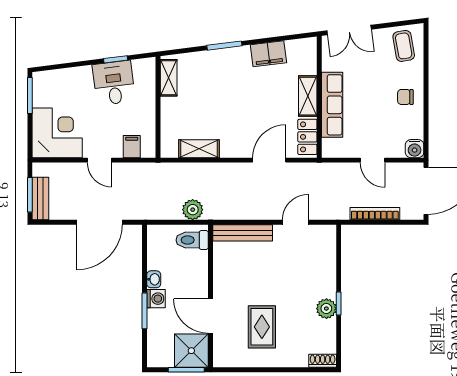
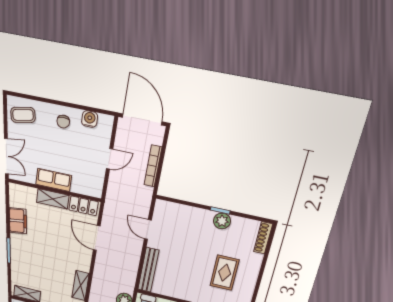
row of seats: (332, 105) -> (54, 180), width x0.68
water cooler: (415, 149) -> (90, 119), moved, turned -90
rug: (262, 327) -> (225, 273), turned 90
shoe rack: (323, 361) -> (263, 238), width x1.43

